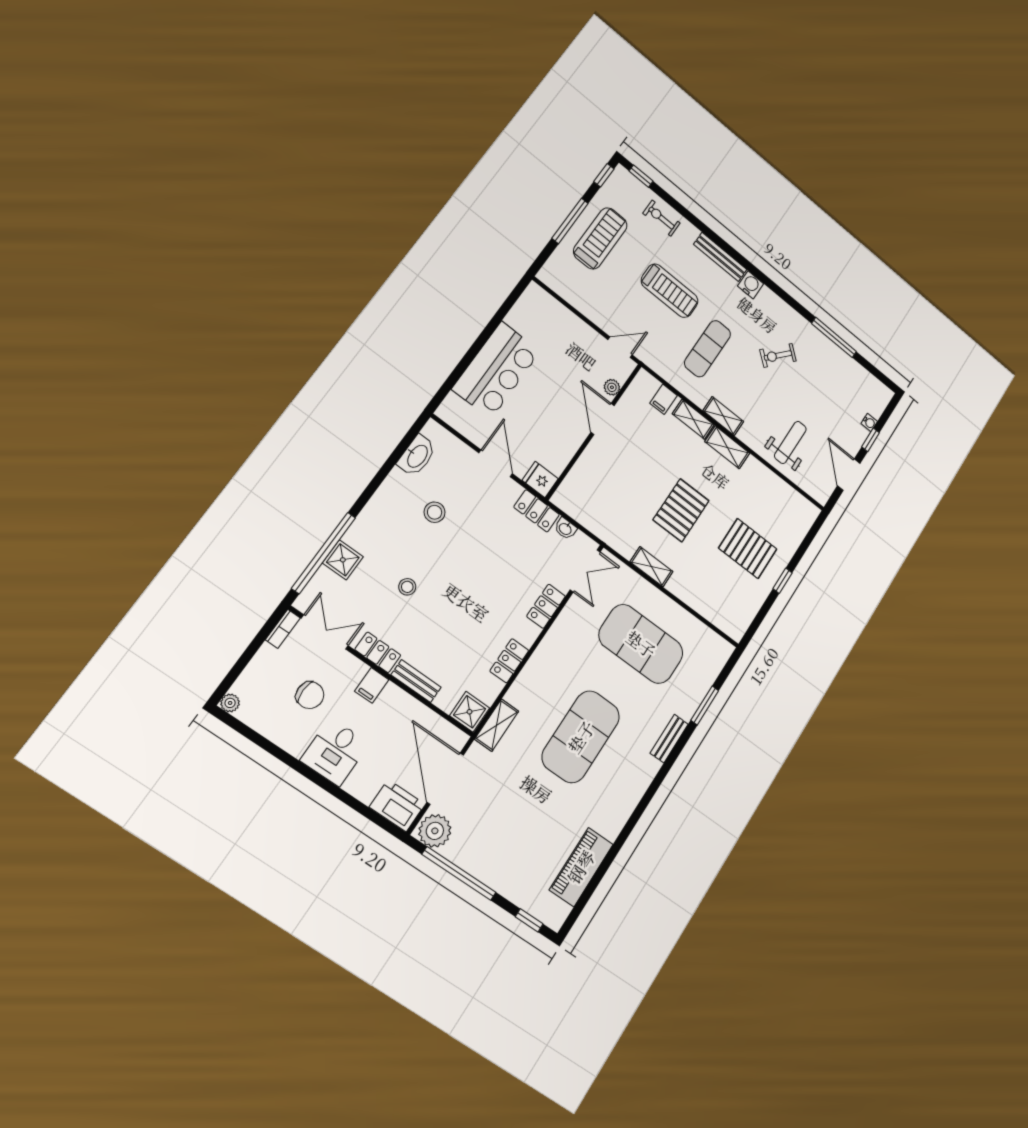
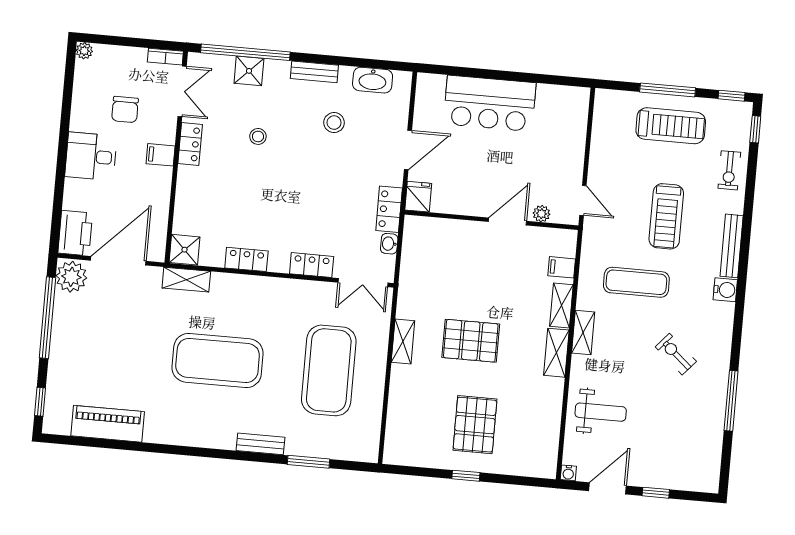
exercise bike: (661, 218) -> (729, 170), turned 180
water cooler: (869, 422) -> (568, 473), moved
bench: (416, 681) -> (314, 72), moved, turned 90

